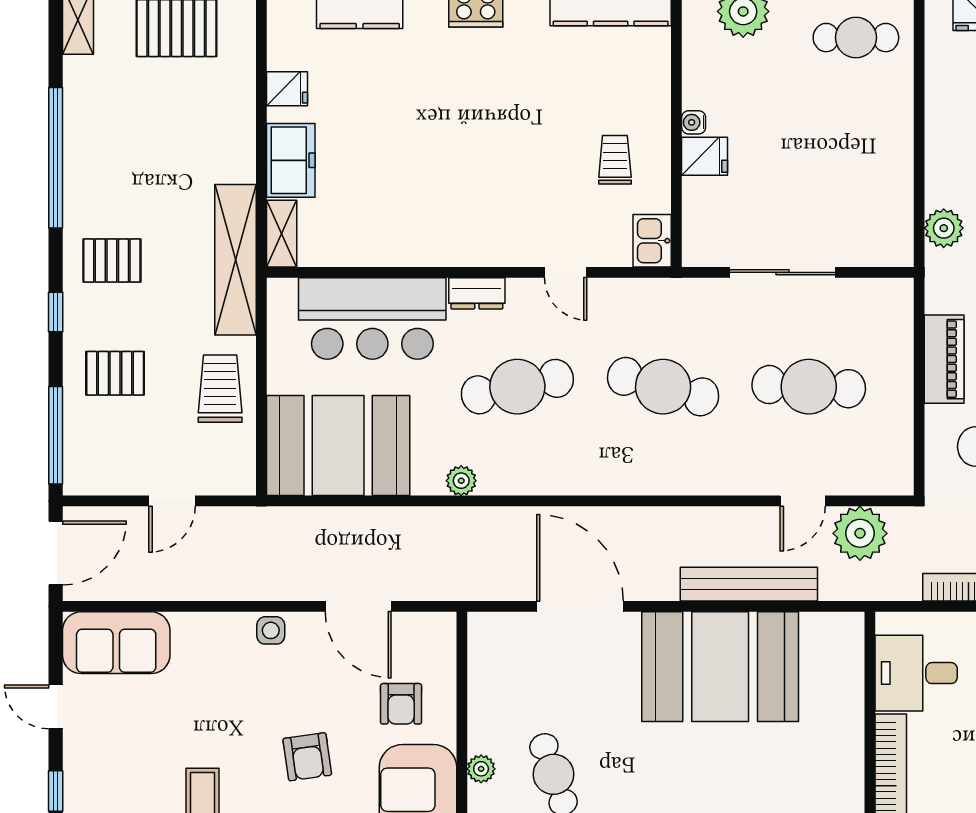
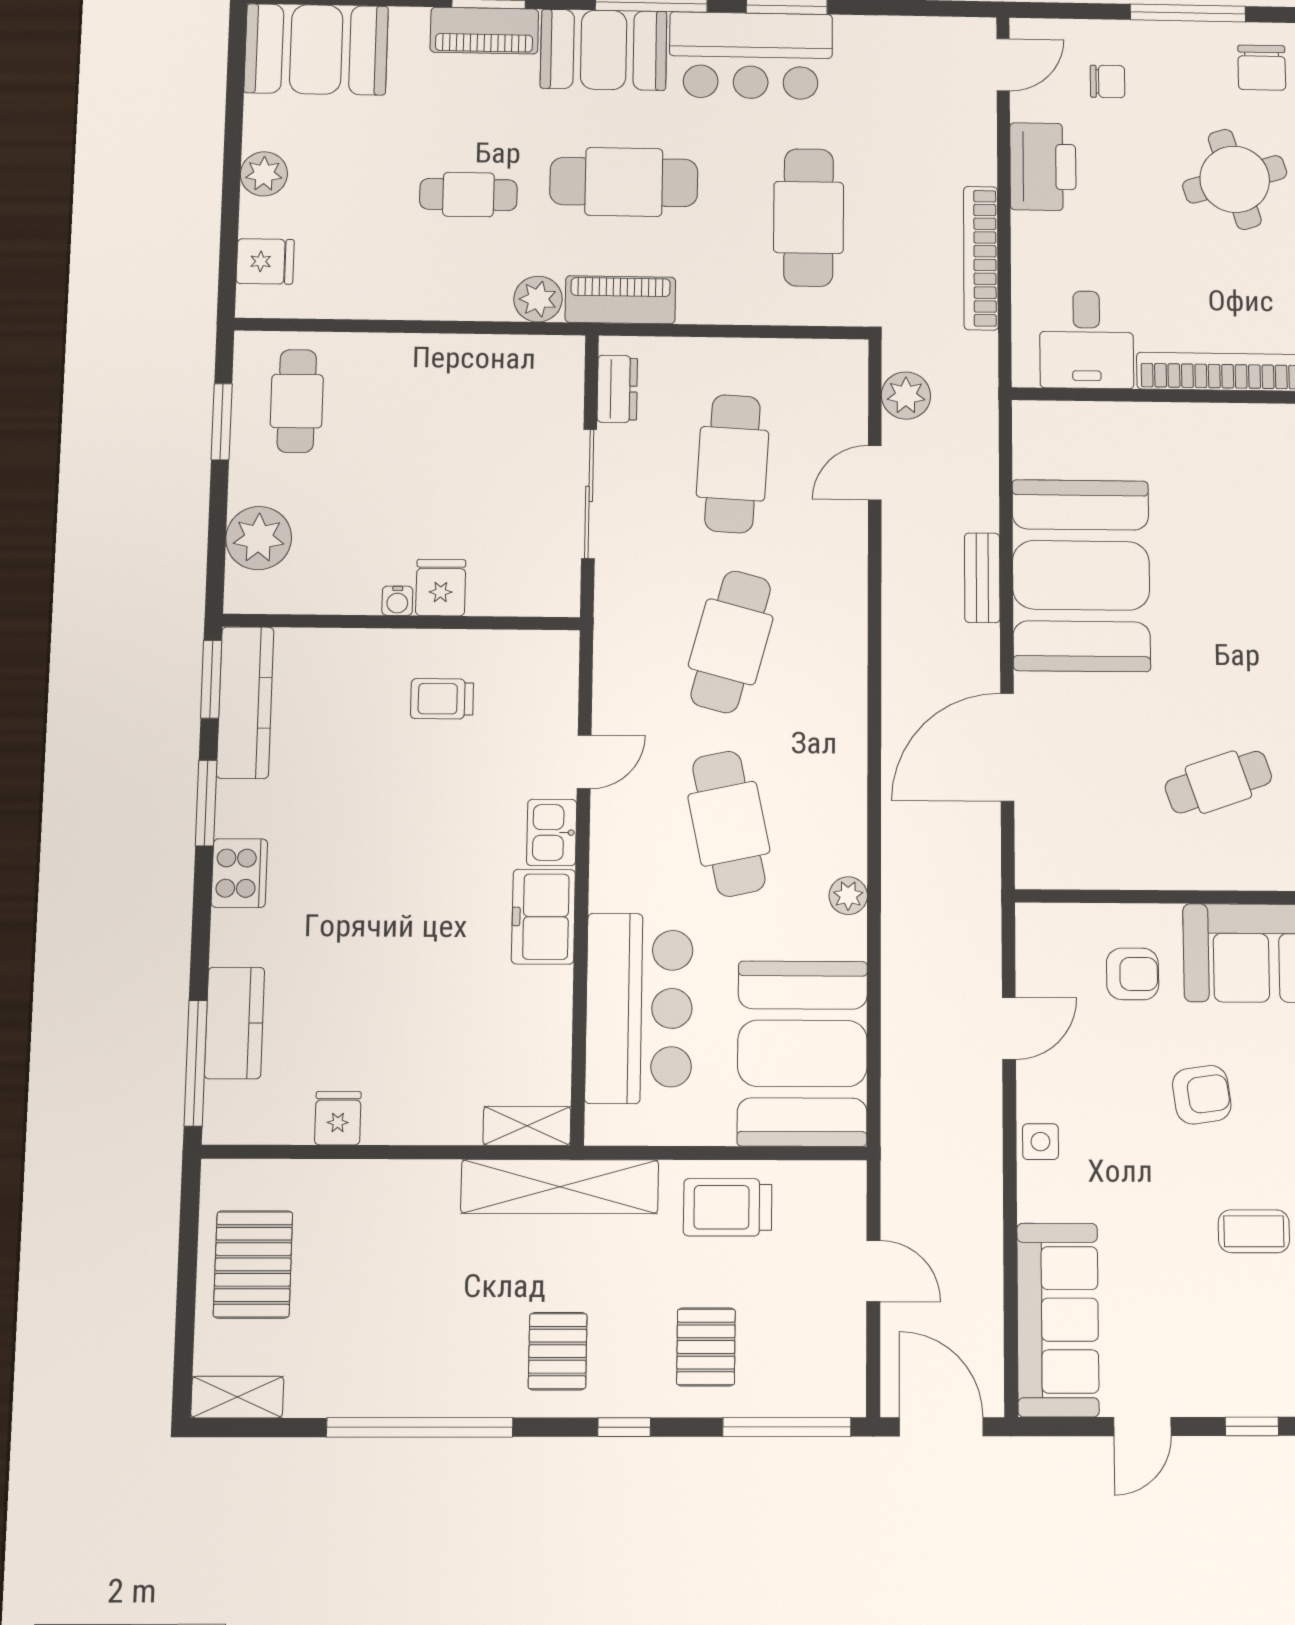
freezer: (291, 160) -> (543, 917), moved, turned -90
kitchen sink: (652, 241) -> (552, 832), moved, turned 90
dresser: (477, 293) -> (617, 389), moved
piano: (944, 359) -> (620, 300), moved
door: (803, 501) -> (875, 473), swing flipped
plant: (860, 533) -> (906, 395), width x0.73, depth x0.73
bench: (749, 584) -> (982, 578), width x0.54, depth x0.82
door: (358, 606) -> (1009, 1028), width x0.73
sofa: (116, 643) -> (1058, 1320), width x1.36
plant: (481, 769) -> (1213, 873), removed

